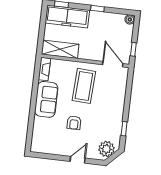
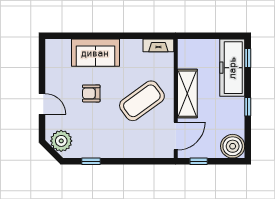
boiler: (130, 19) -> (233, 146), width x1.86, depth x1.86
shelving: (60, 49) -> (187, 94), moved
coffee table: (84, 86) -> (142, 101), turned -39
sofa: (46, 99) -> (95, 53), moved

